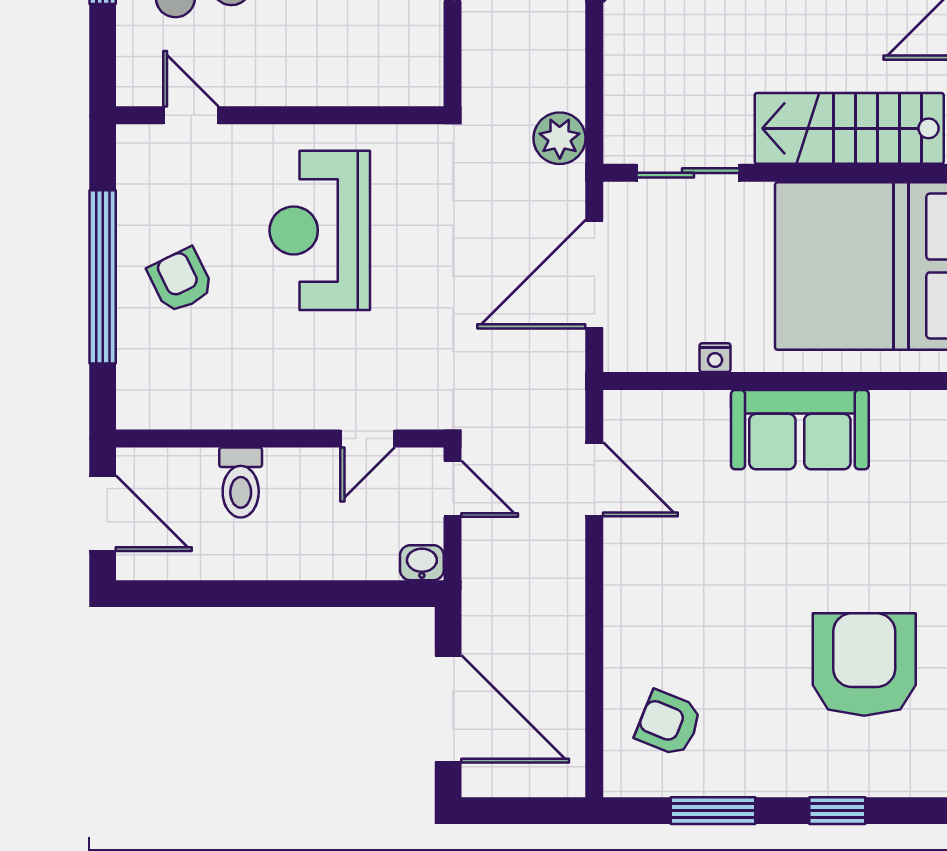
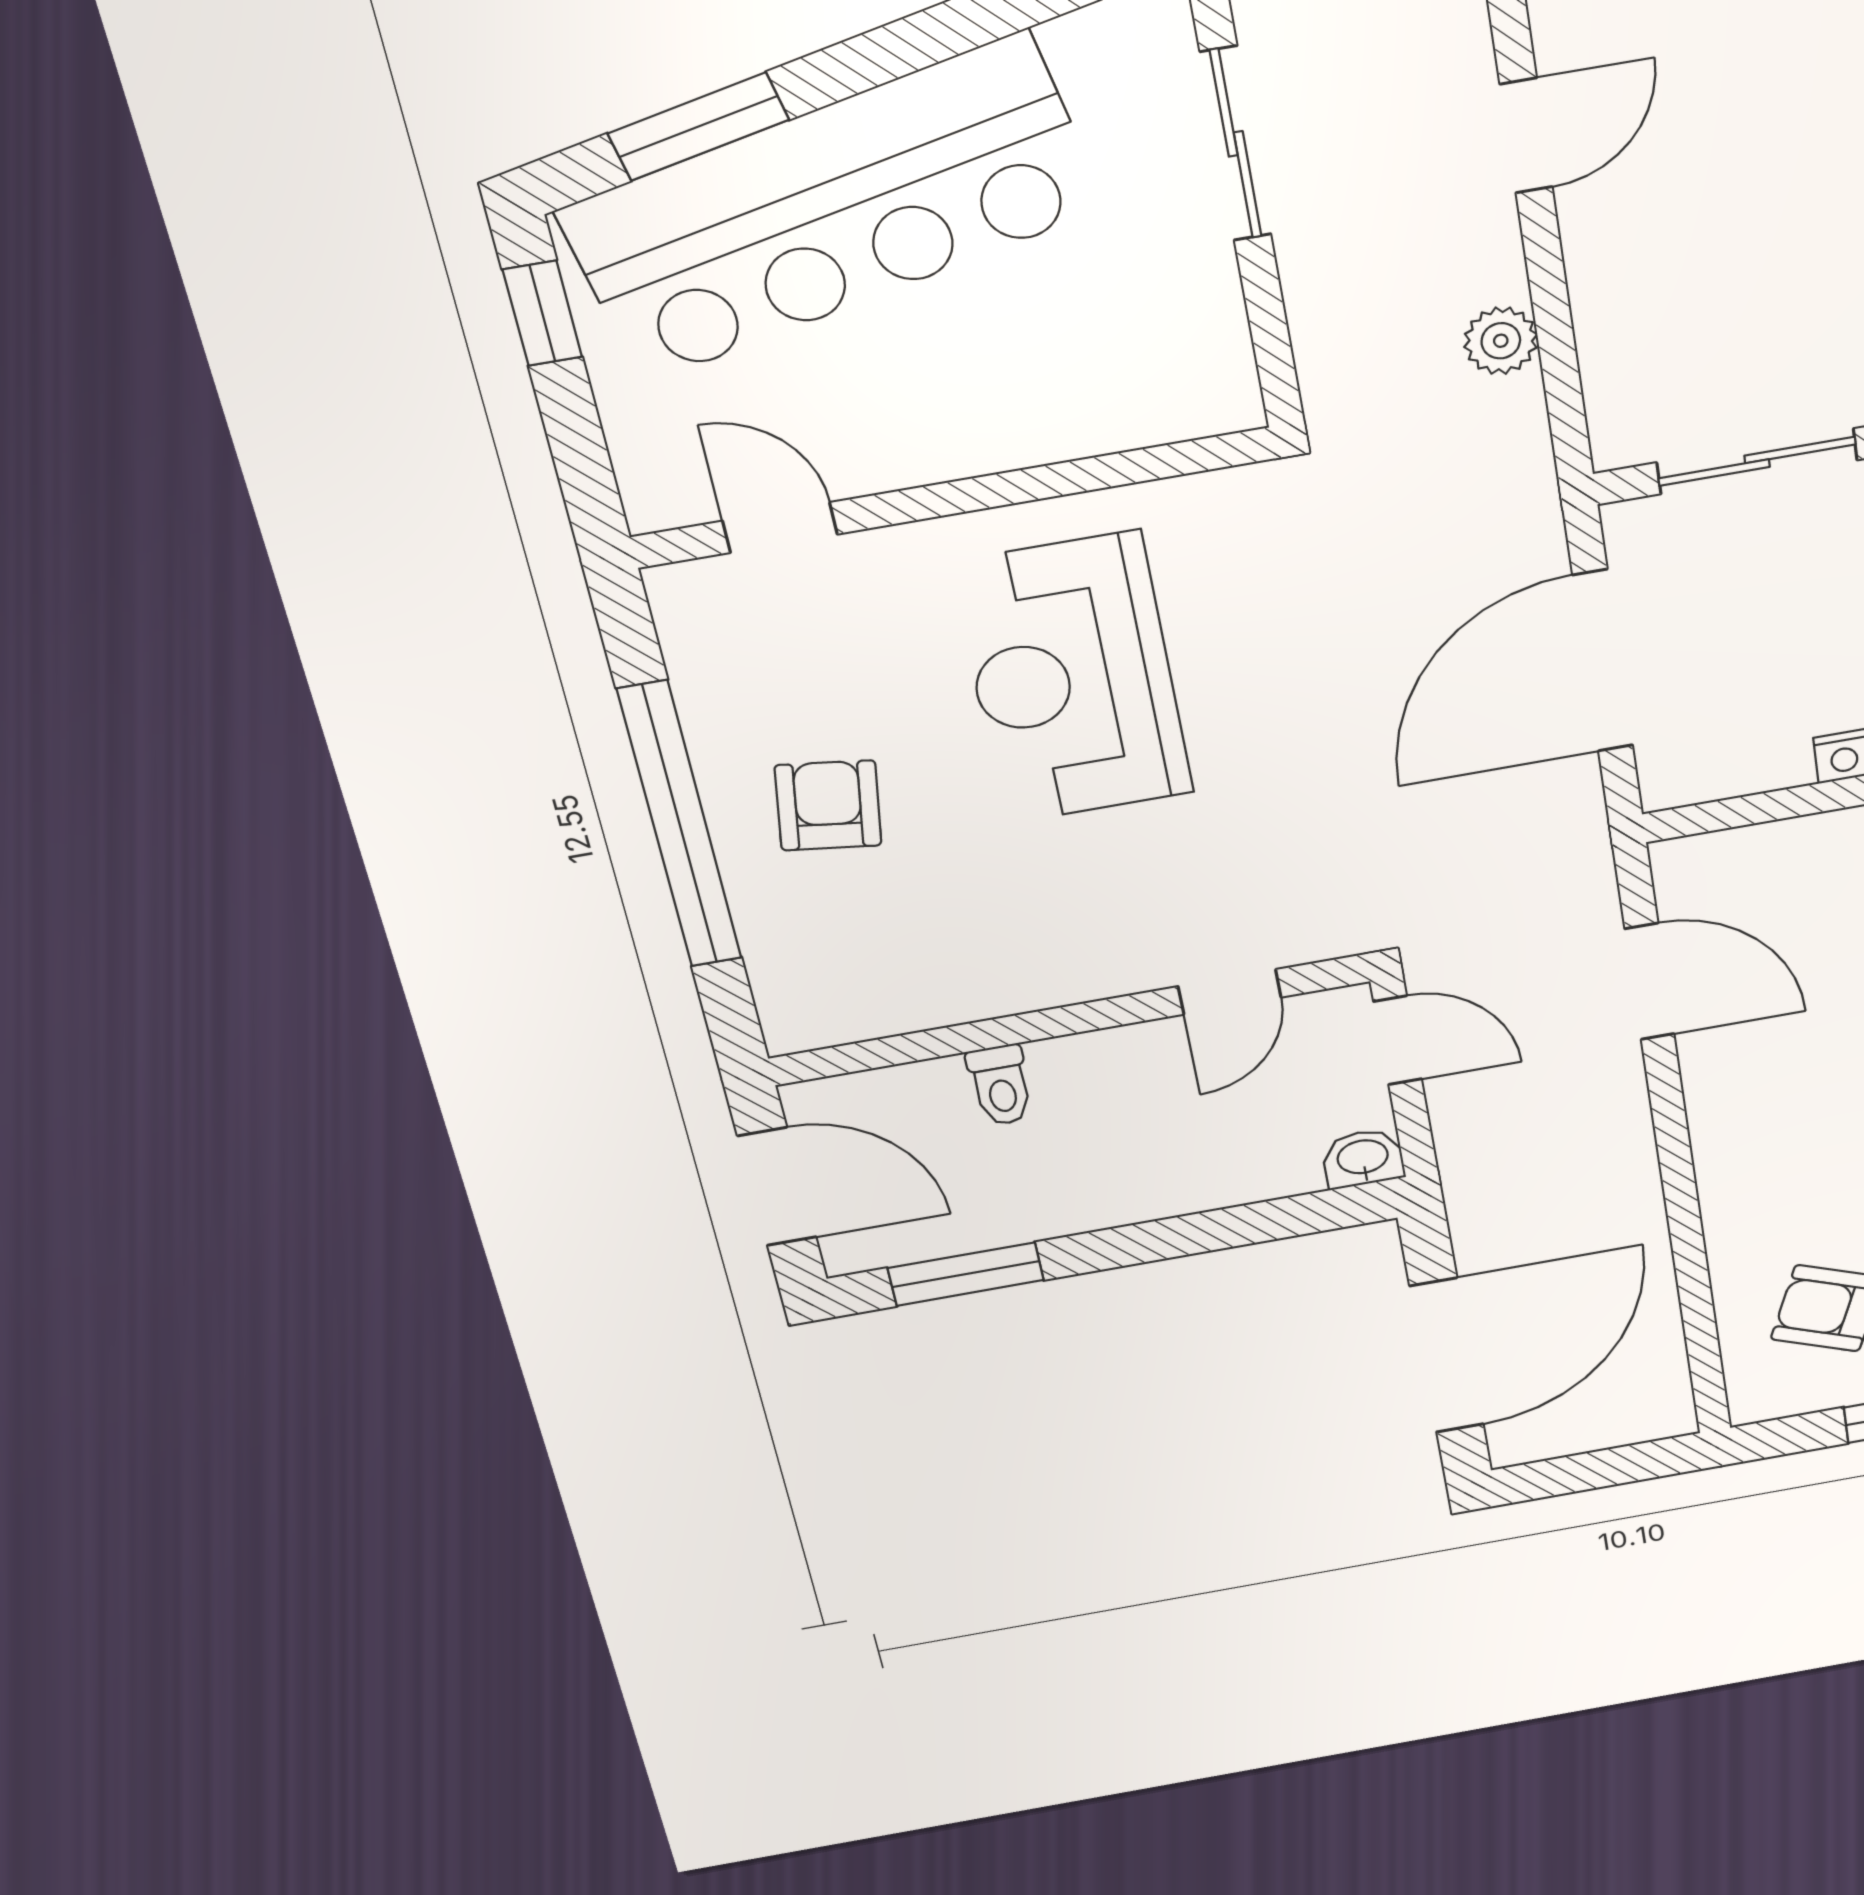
plant: (560, 138) -> (1501, 341), moved, width x0.73, depth x0.73
armchair: (180, 280) -> (828, 805), turned 34
toilet: (241, 483) -> (1000, 1085), width x0.73, depth x0.72
window: (192, 594) -> (966, 1274), added
door: (448, 709) -> (1447, 1356), hinge flipped

